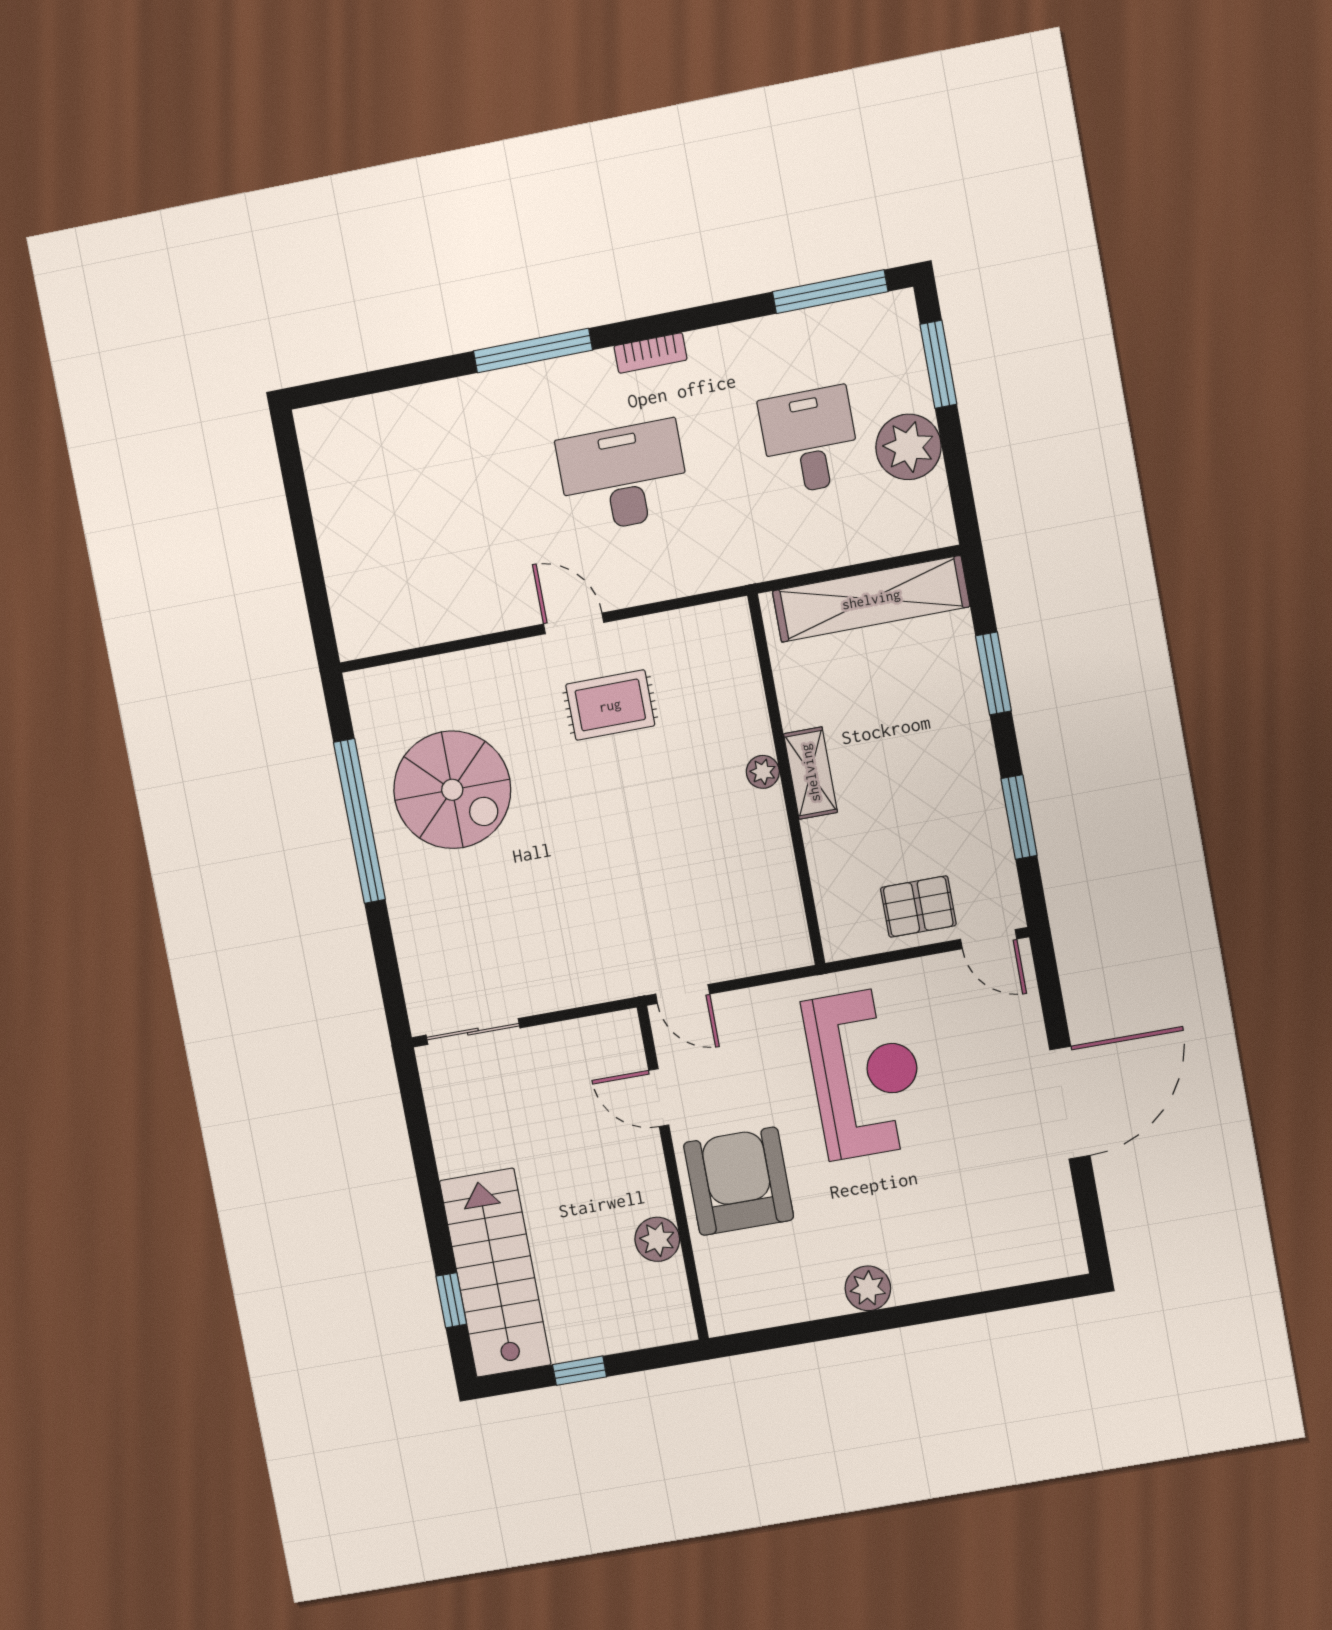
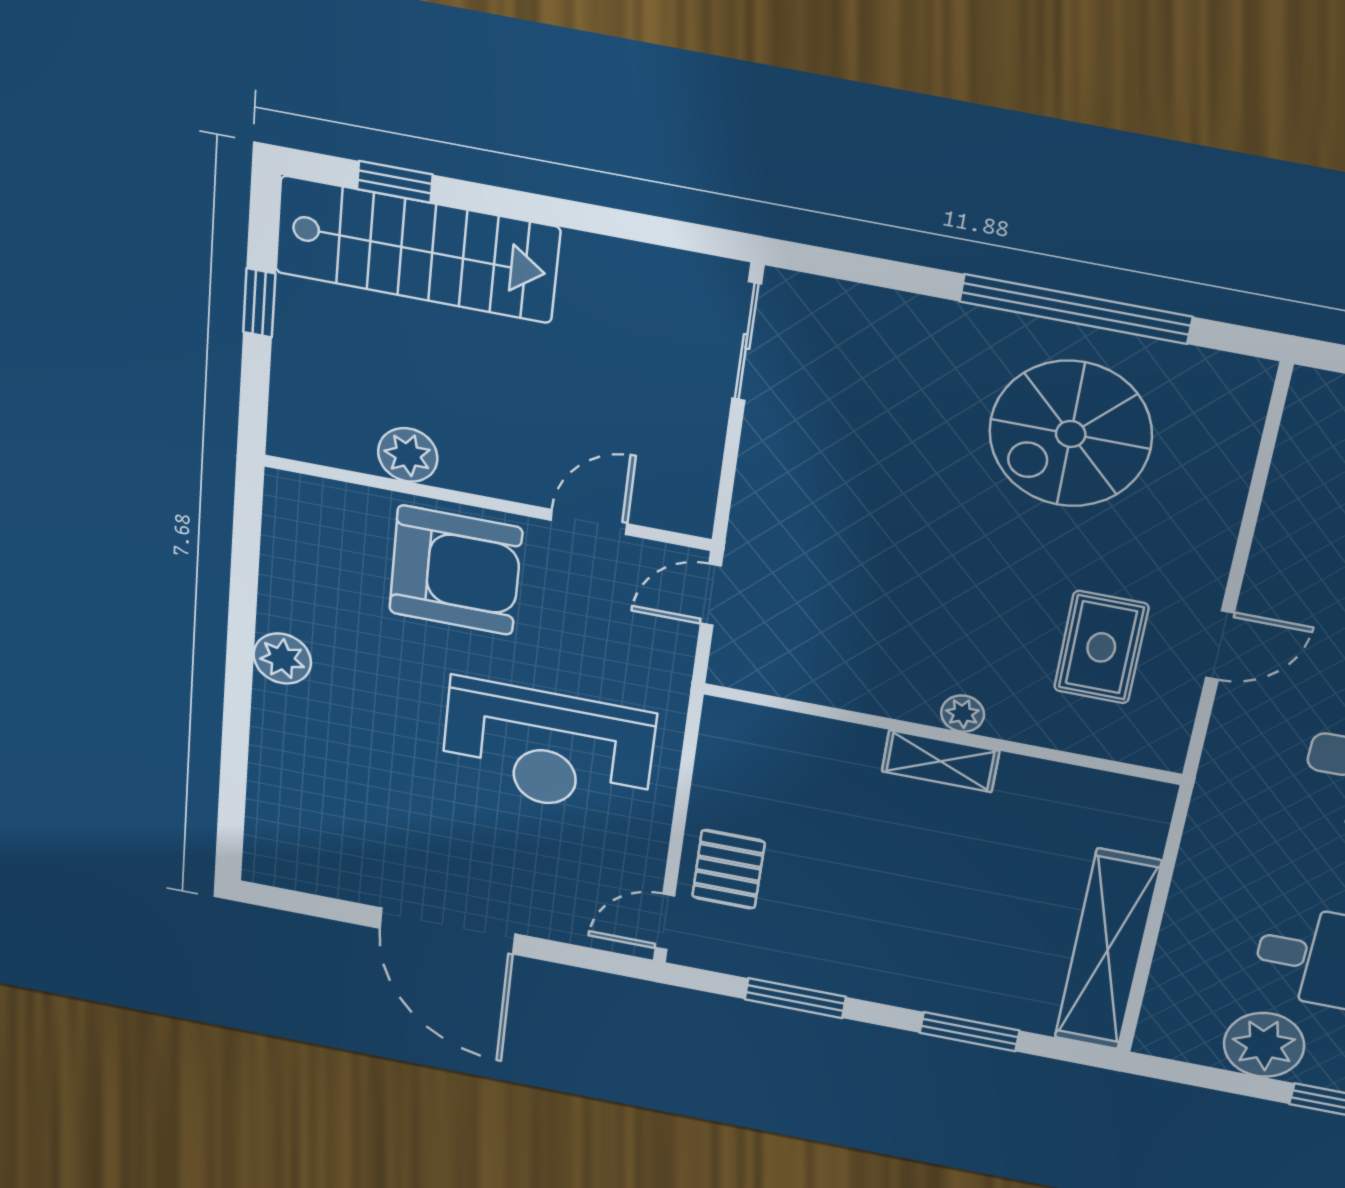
plant: (763, 772) -> (963, 714), moved
shelving: (810, 773) -> (940, 761), moved
wall: (786, 780) -> (942, 734), moved

